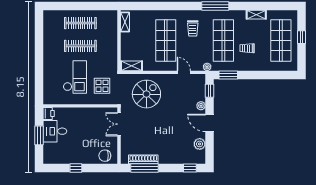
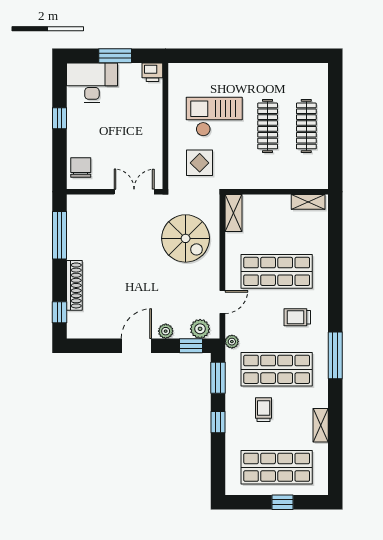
window: (254, 75) -> (218, 422), added
checkout: (75, 77) -> (214, 117), turned 180
desk: (55, 131) -> (92, 83), moved, width x1.37
plant: (200, 144) -> (200, 329), moved
shoe rack: (143, 159) -> (74, 285), moved

